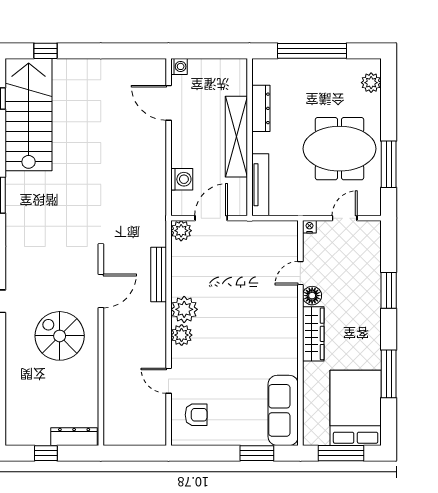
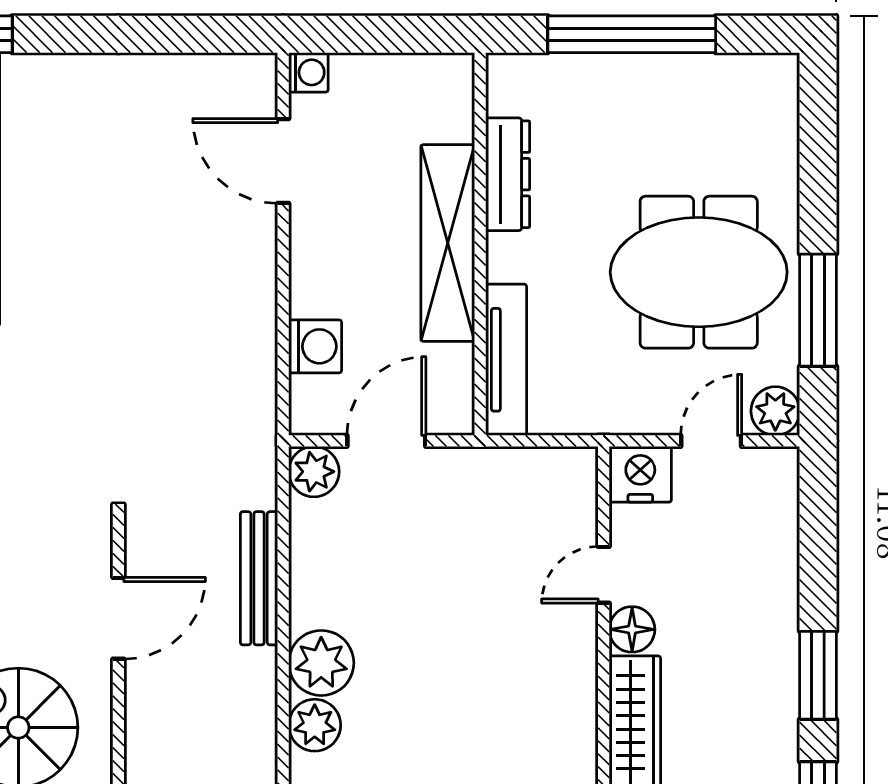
plant: (371, 83) -> (775, 411), moved
nightstand: (309, 227) -> (640, 474), width x1.89, depth x1.79
window: (389, 290) -> (818, 675), moved

